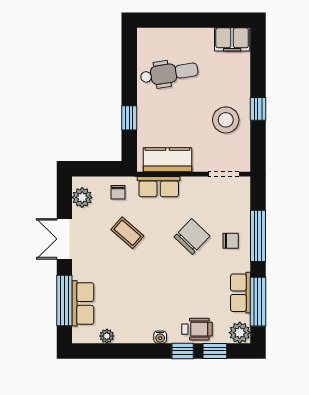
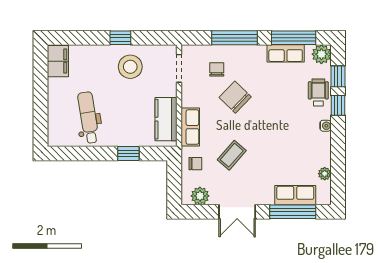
chair: (231, 241) -> (217, 69), moved

